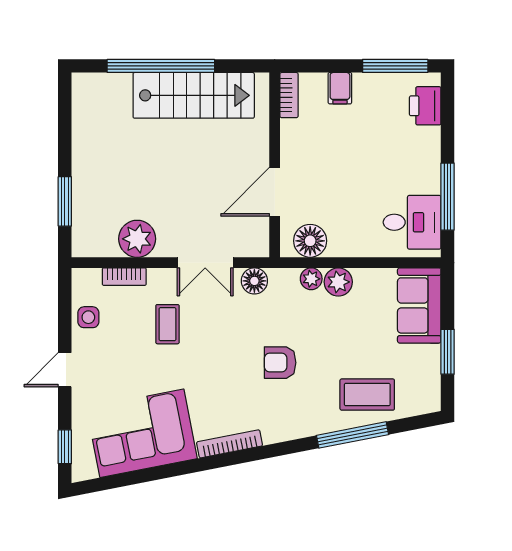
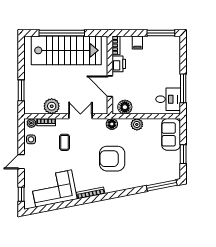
stairs: (194, 95) -> (66, 50), width x1.36, depth x1.51
printer: (425, 106) -> (119, 64), moved, turned 180
door: (275, 192) -> (110, 86), hinge flipped
double door: (205, 263) -> (80, 116), swing flipped
plant: (311, 279) -> (31, 123), moved
floor lamp: (254, 281) -> (112, 124), moved
armchair: (280, 363) -> (112, 159), width x1.88, depth x1.88
coffee table: (367, 395) -> (149, 172), removed
window: (353, 435) -> (162, 186), moved

